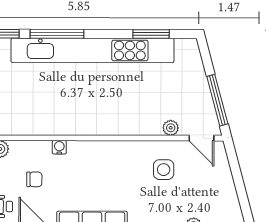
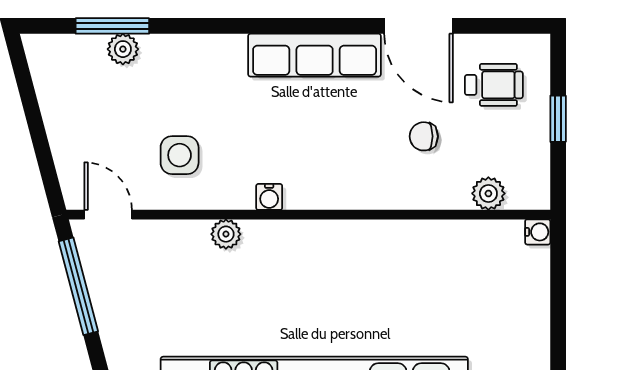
plant: (171, 128) -> (226, 234), moved
water cooler: (59, 147) -> (269, 197), moved

